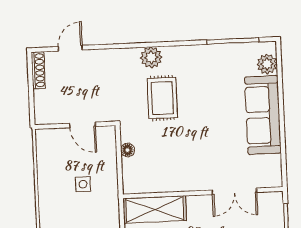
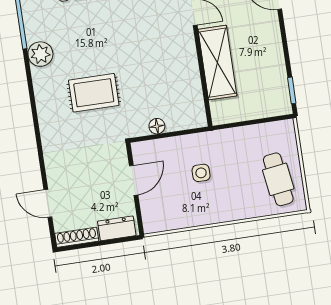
plant: (151, 57) -> (40, 54), moved
dresser: (42, 106) -> (117, 228), added
shelving: (155, 209) -> (217, 63), moved

